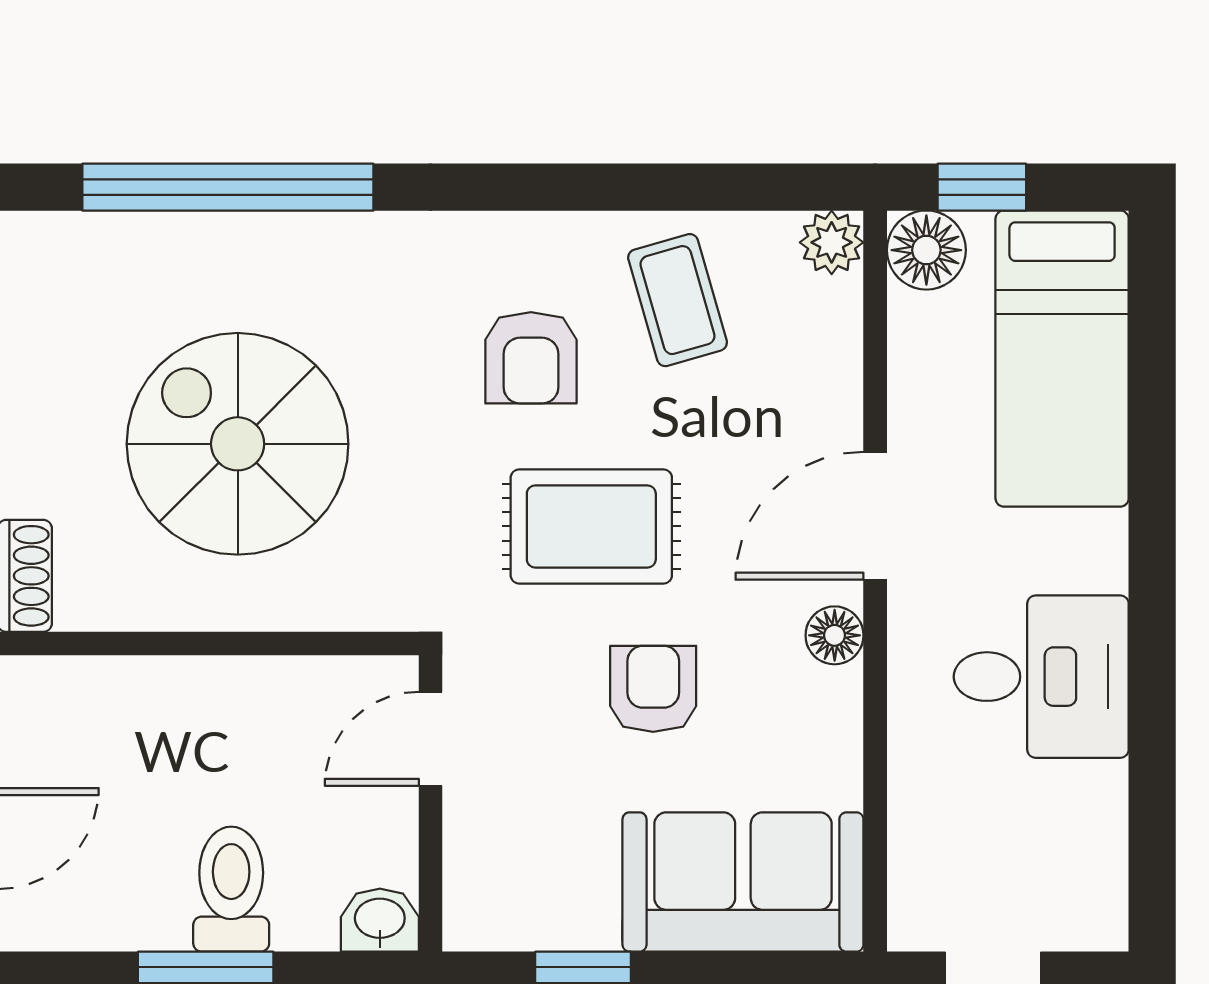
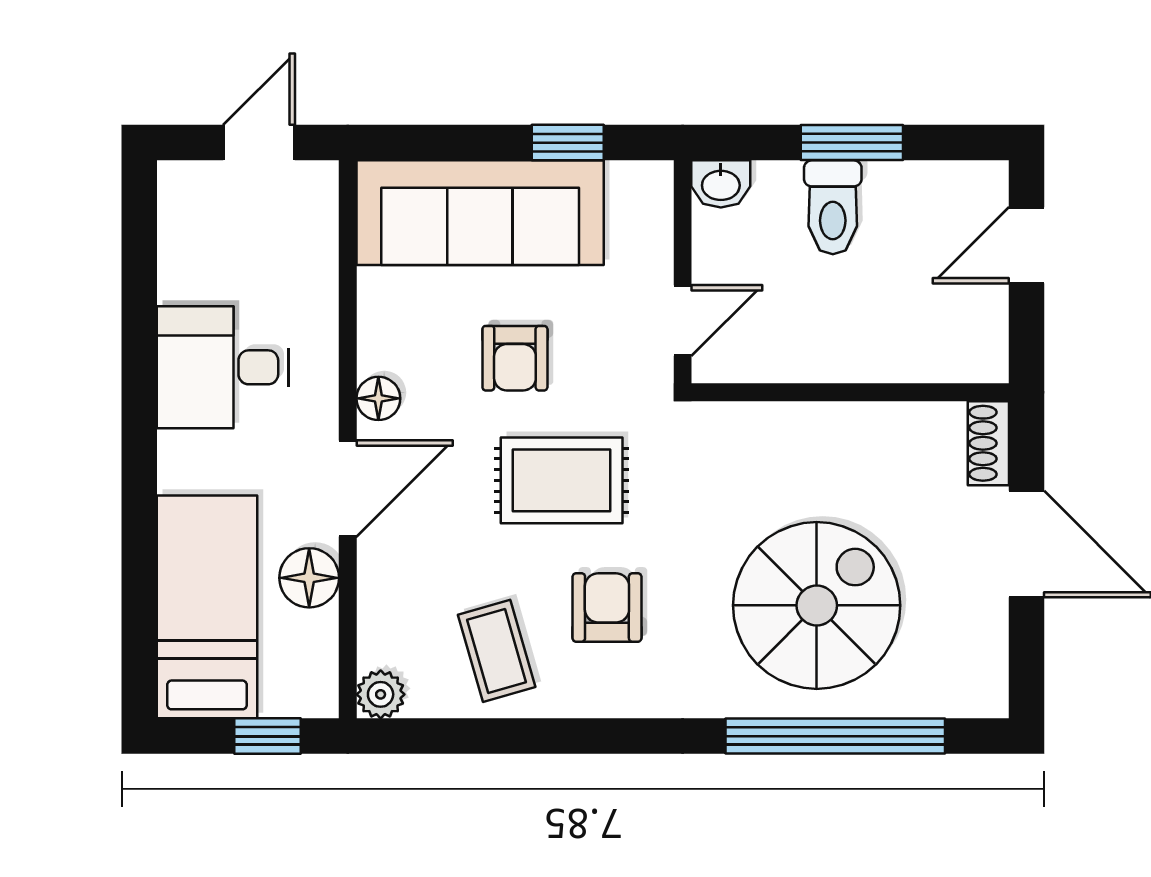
floor lamp: (926, 250) -> (309, 578), moved
spiral stairs: (238, 444) -> (817, 605), moved, turned -90
sofa: (743, 882) -> (480, 213), width x1.36

